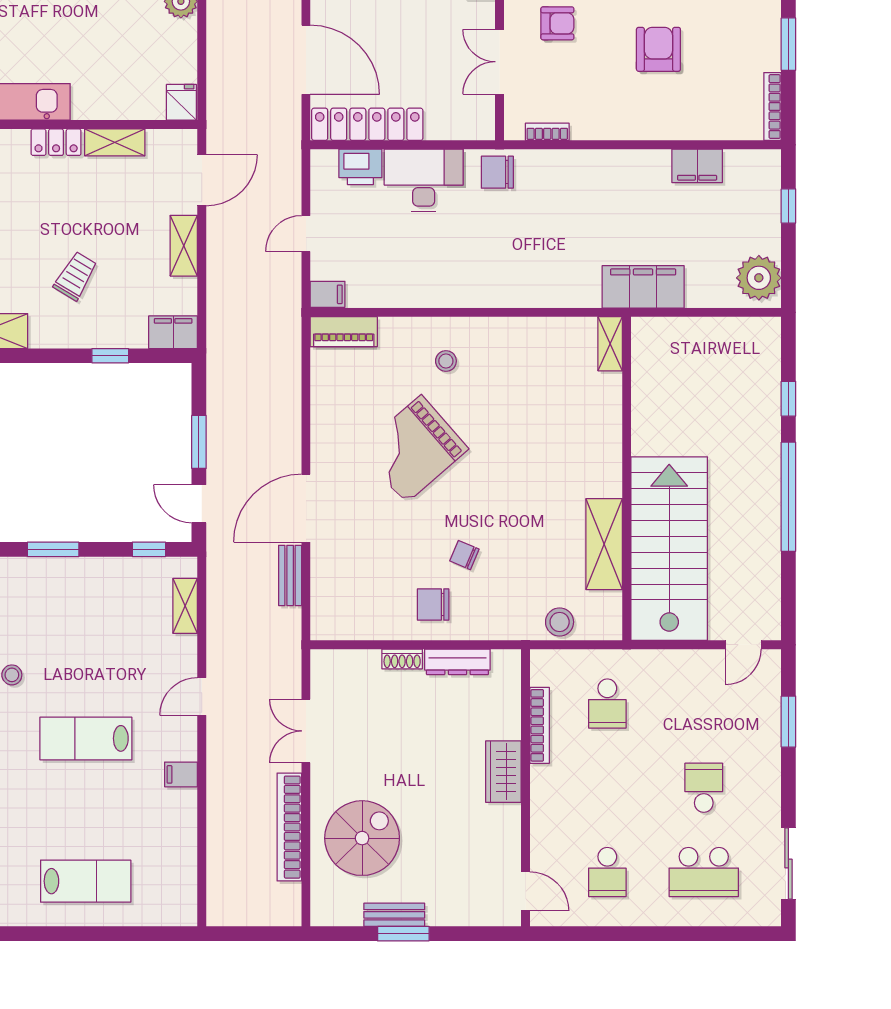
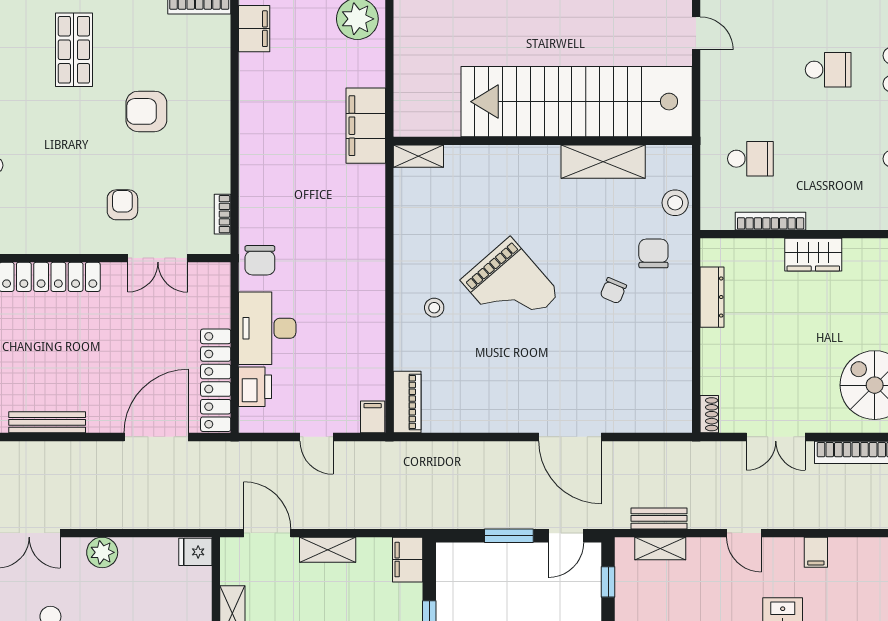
filing cabinet: (697, 166) -> (254, 29), moved
grand piano: (413, 449) -> (510, 287), moved
stairs: (669, 549) -> (577, 102), width x1.36
bench: (290, 575) -> (659, 518), moved
chair: (433, 605) -> (653, 253), moved, turned 180
shoe rack: (402, 659) -> (709, 414), moved
school desk: (704, 788) -> (828, 70), turned 180

